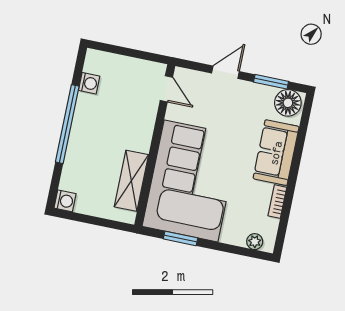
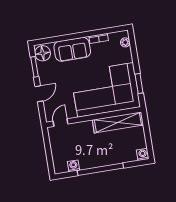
door: (225, 72) -> (39, 94), swing flipped
shelving: (131, 181) -> (118, 122), width x1.47

